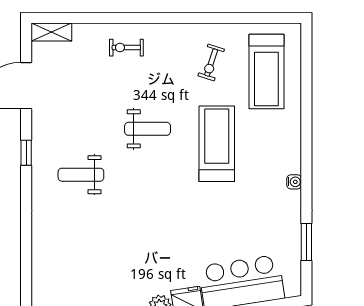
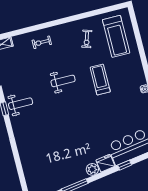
treadmill: (217, 144) -> (100, 80), width x0.73, depth x0.73
weight bench: (81, 175) -> (21, 104), moved, turned 180

